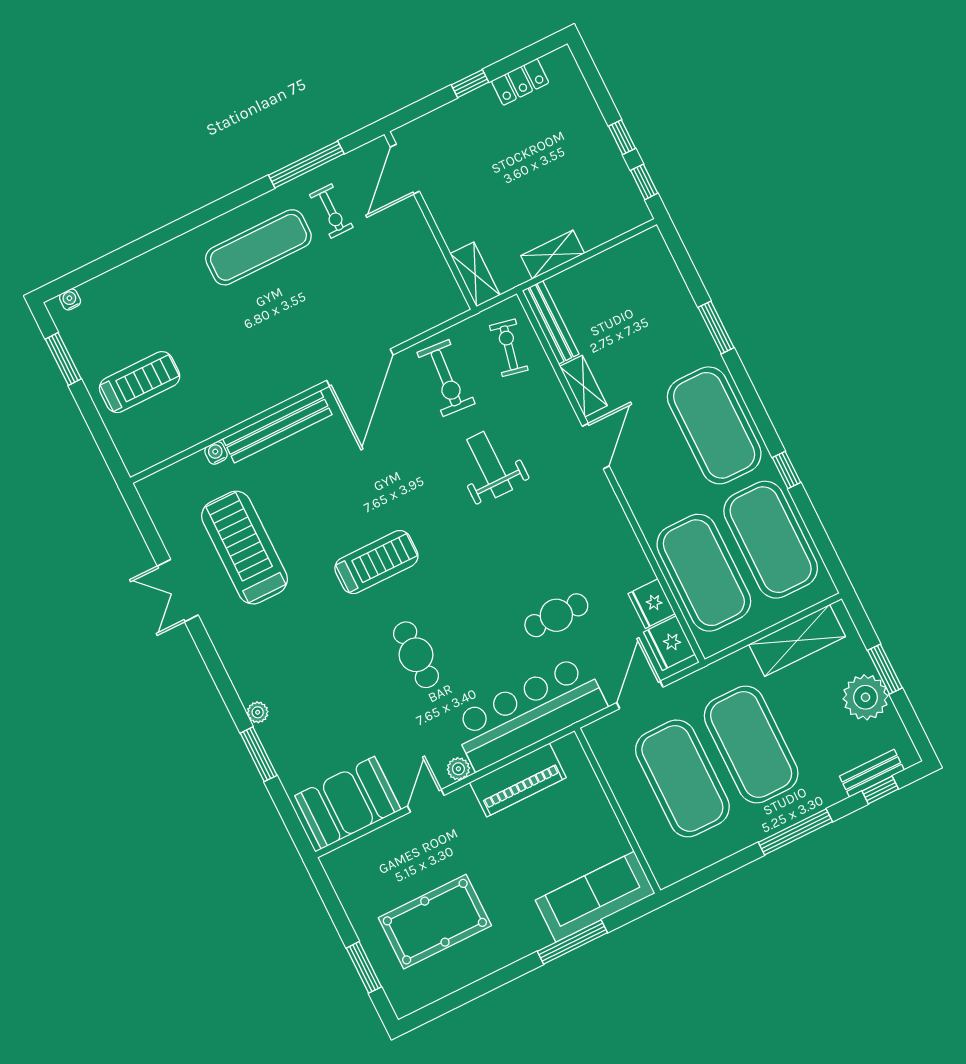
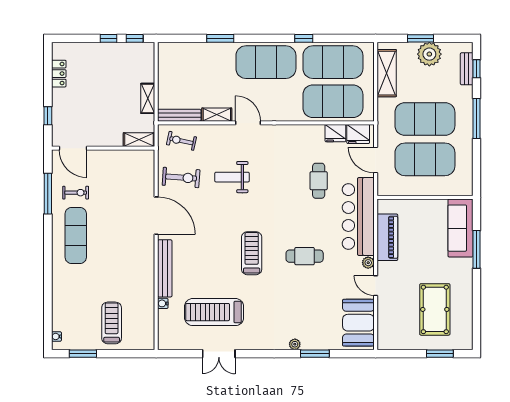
window: (470, 84) -> (48, 116), moved

